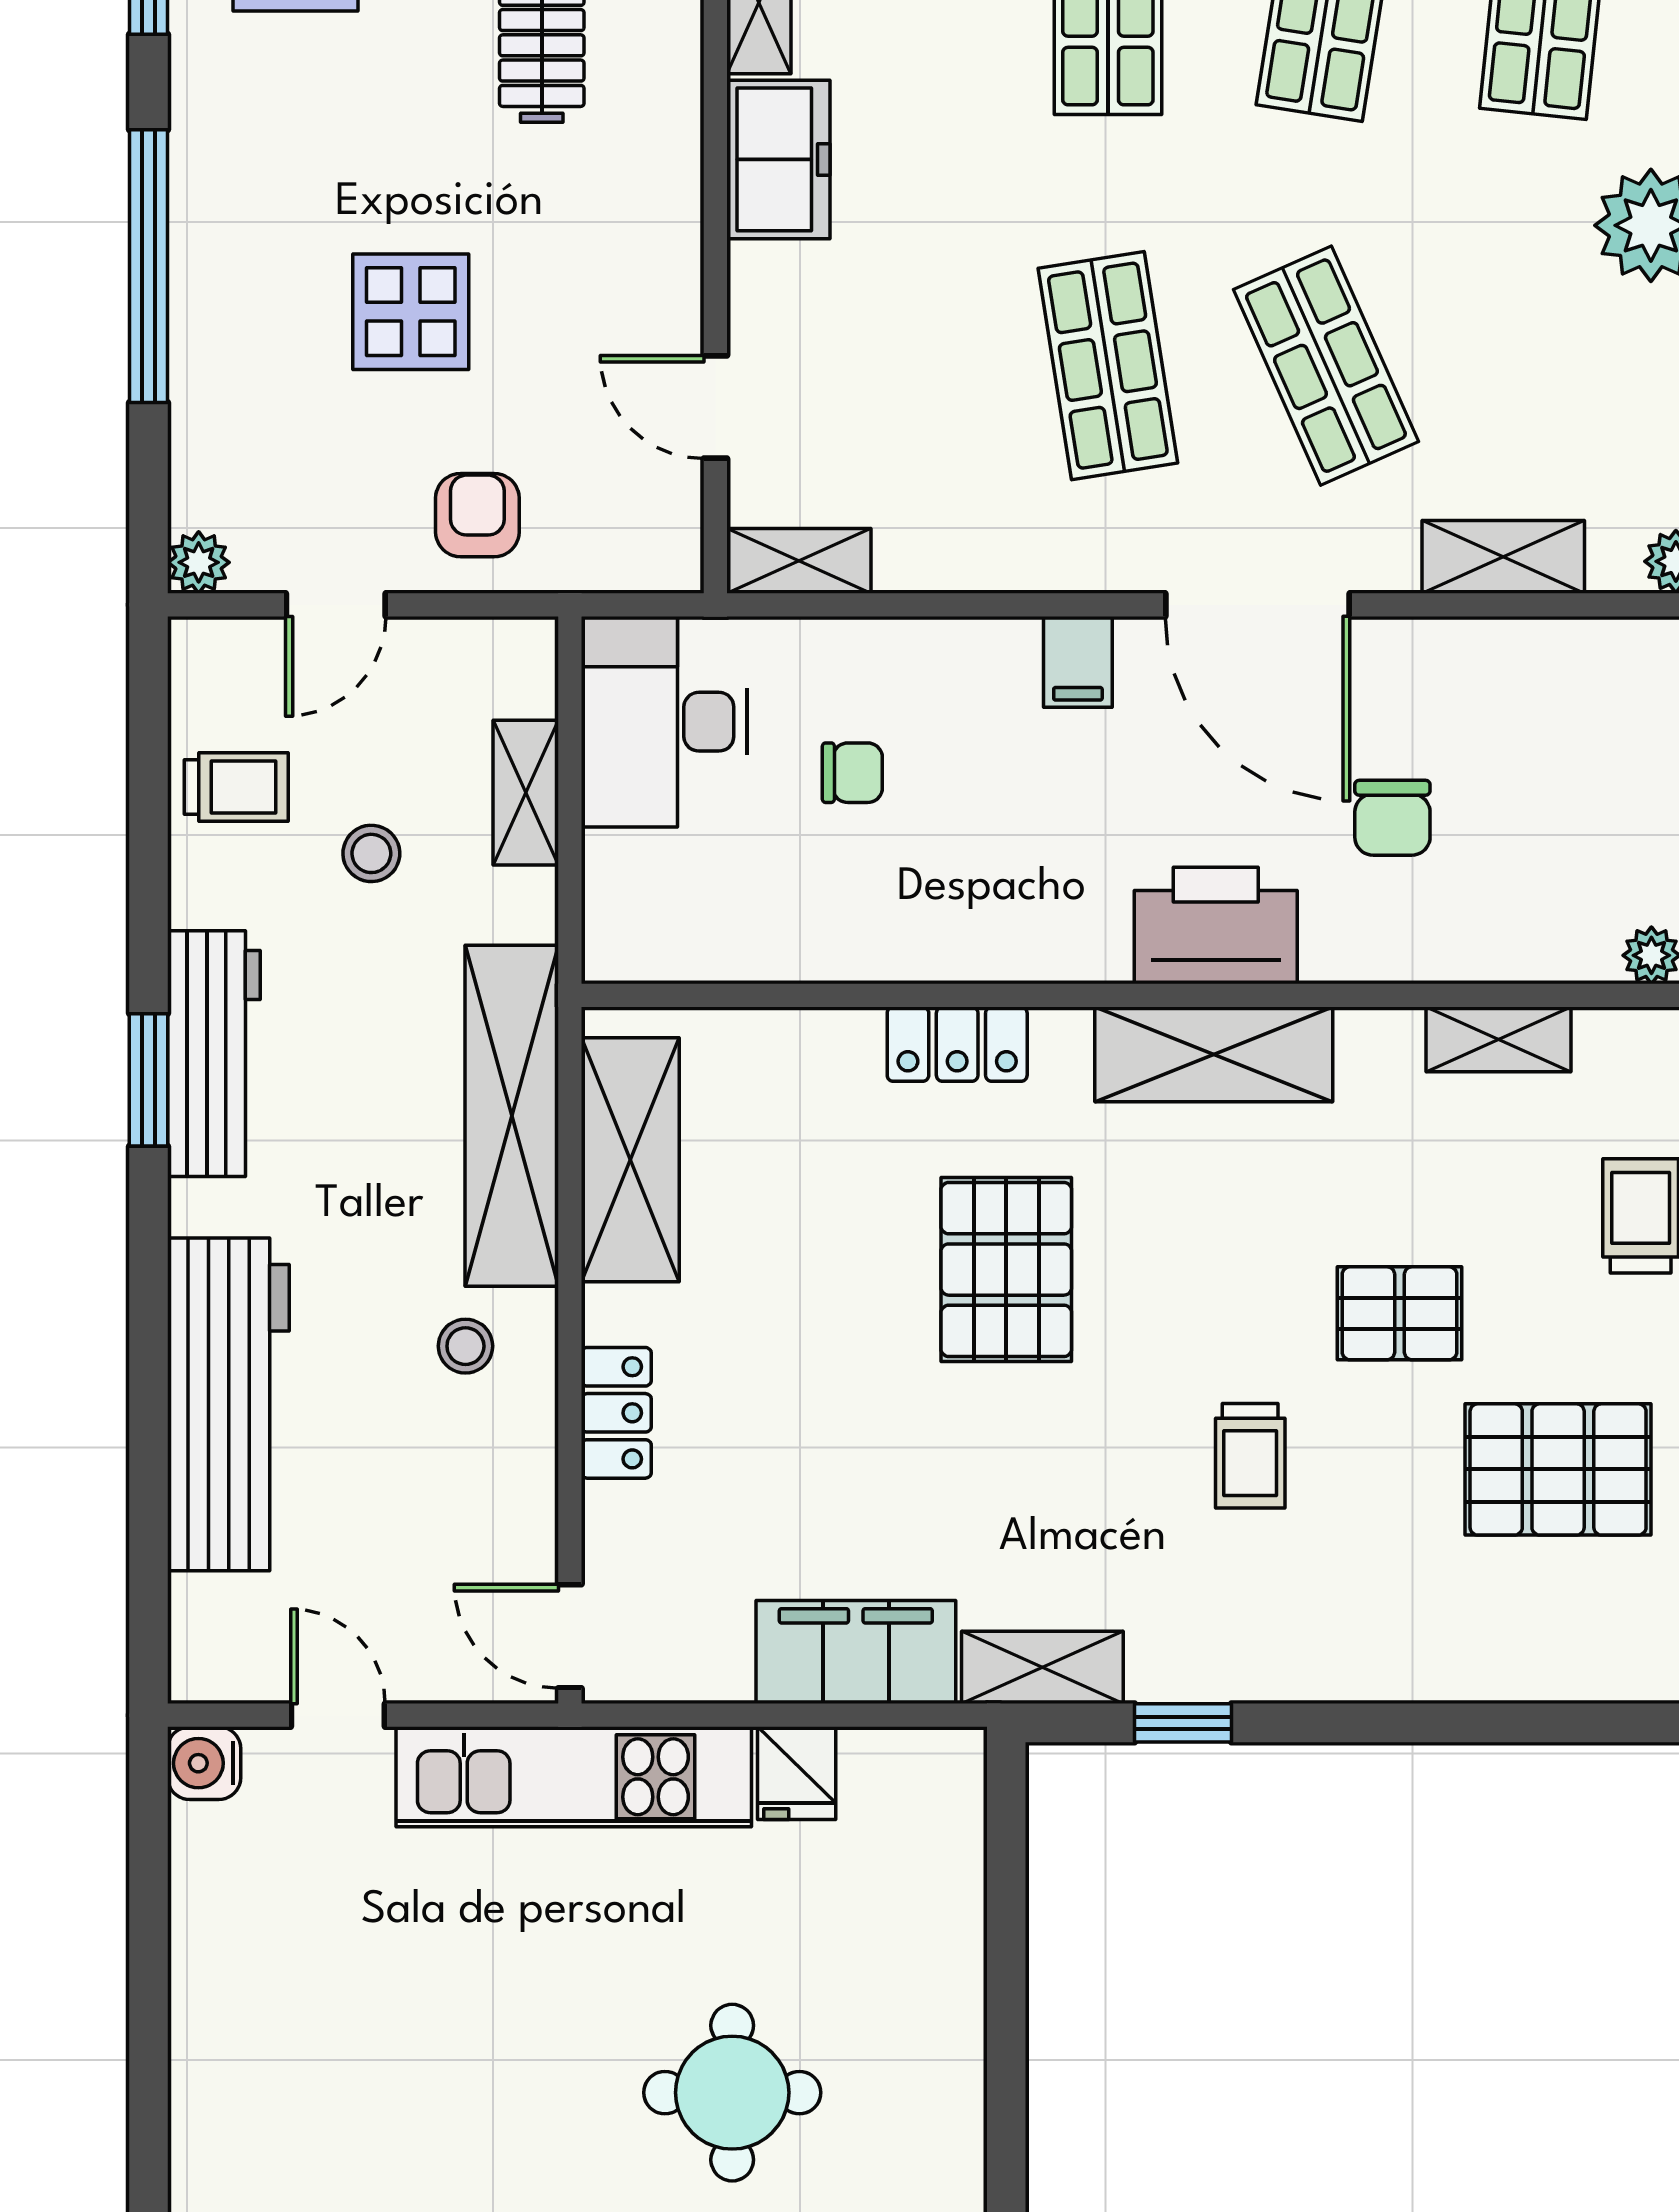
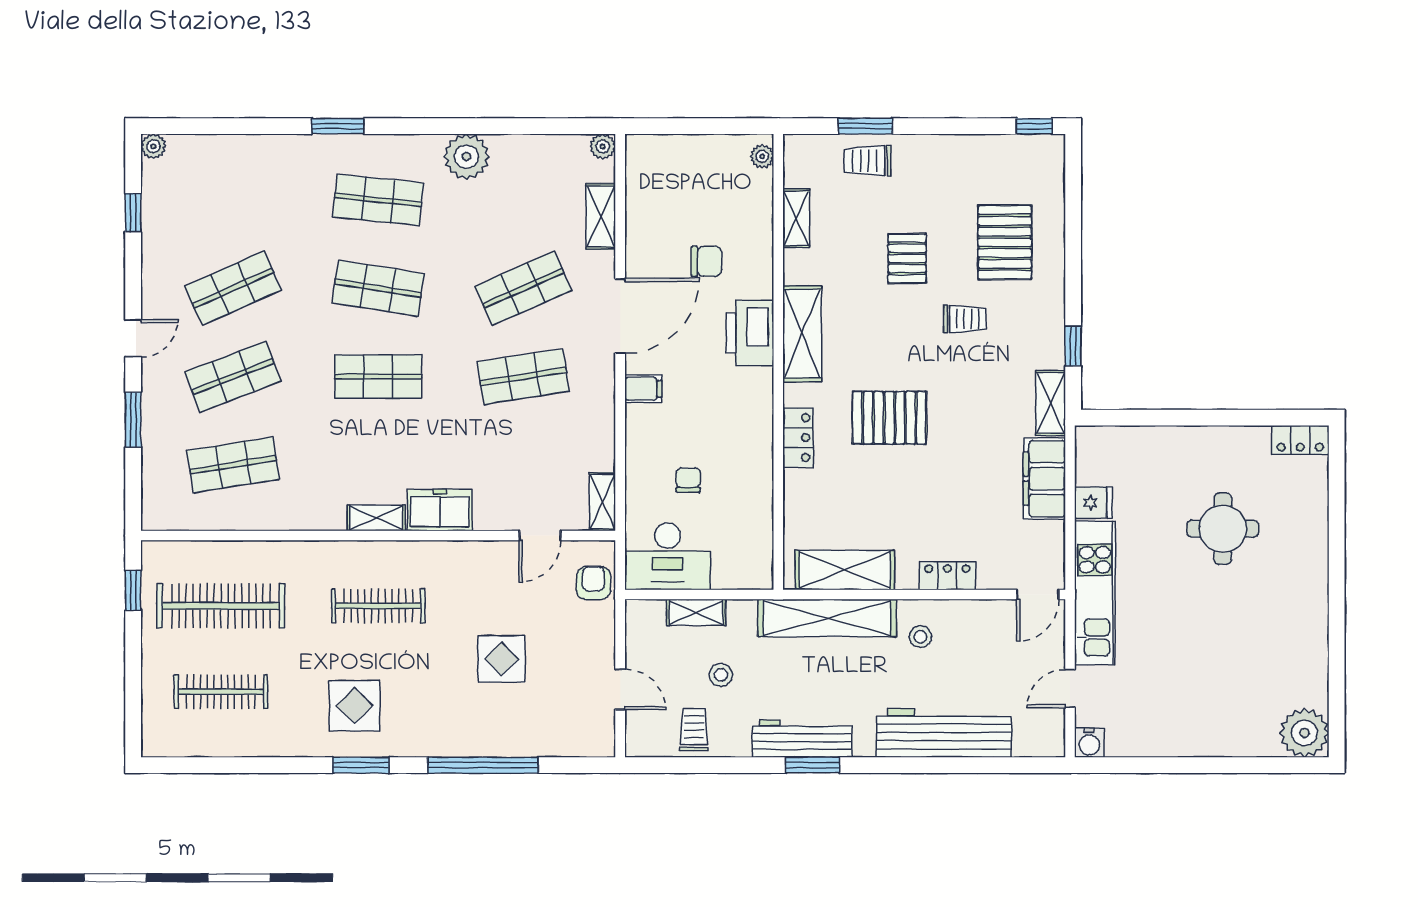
armchair: (477, 515) -> (593, 583), moved, turned 90
plant: (199, 562) -> (603, 745), removed
pallet: (1558, 1469) -> (1005, 242), moved

